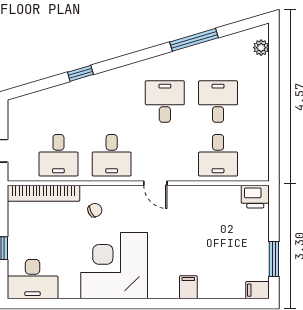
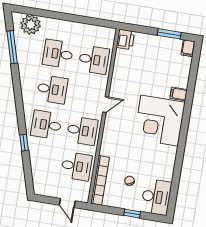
window: (194, 40) -> (12, 47), moved
plant: (261, 48) -> (31, 25), width x1.87, depth x1.87
desk: (112, 102) -> (46, 125), added
desk: (165, 102) -> (52, 89), turned 180
chair: (95, 210) -> (129, 181), moved
corner desk: (114, 266) -> (159, 121), moved

